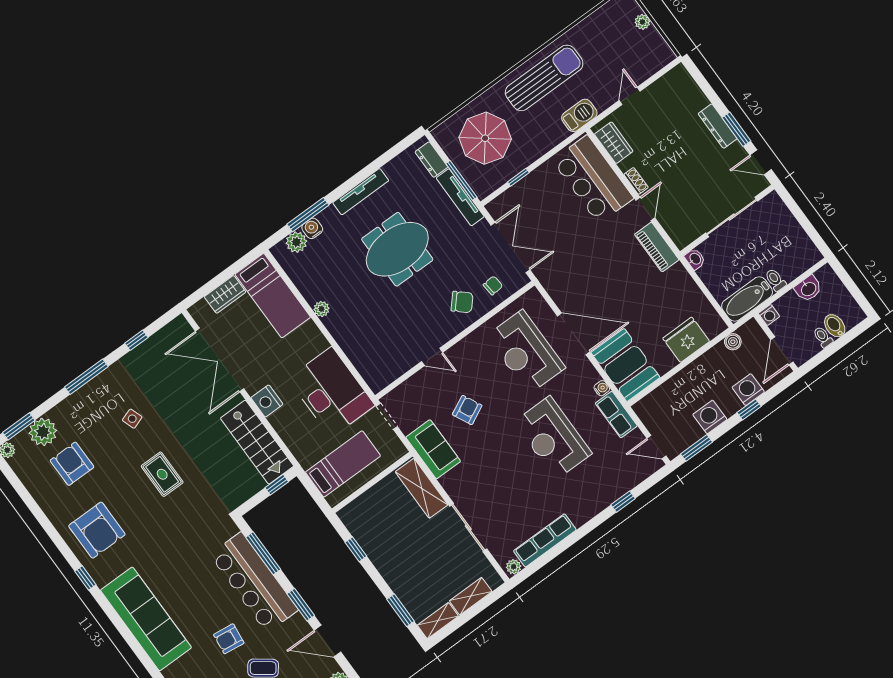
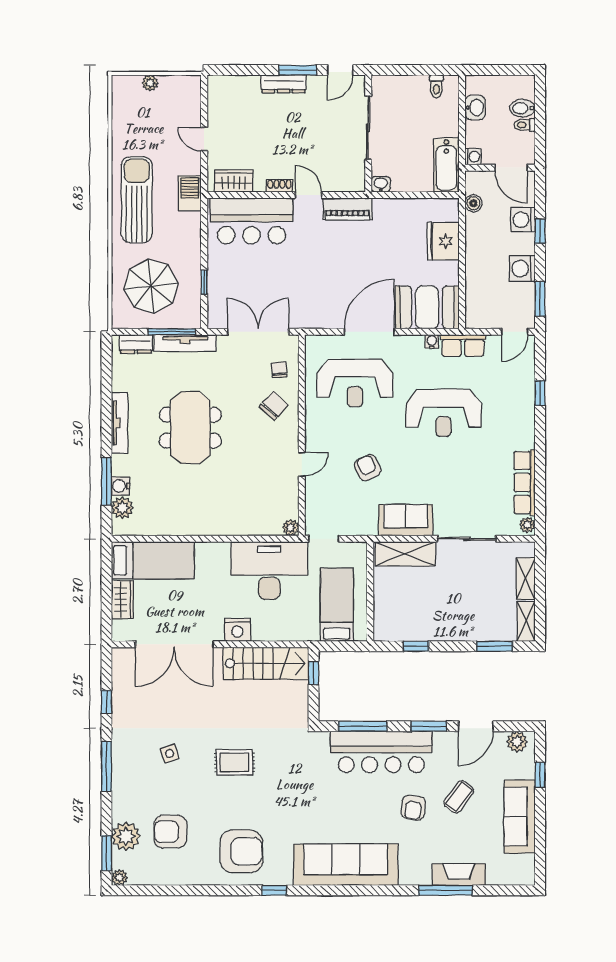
toilet: (775, 280) -> (436, 86), moved, turned -90
plant: (321, 309) -> (291, 528), moved
sofa: (433, 449) -> (406, 520), moved

